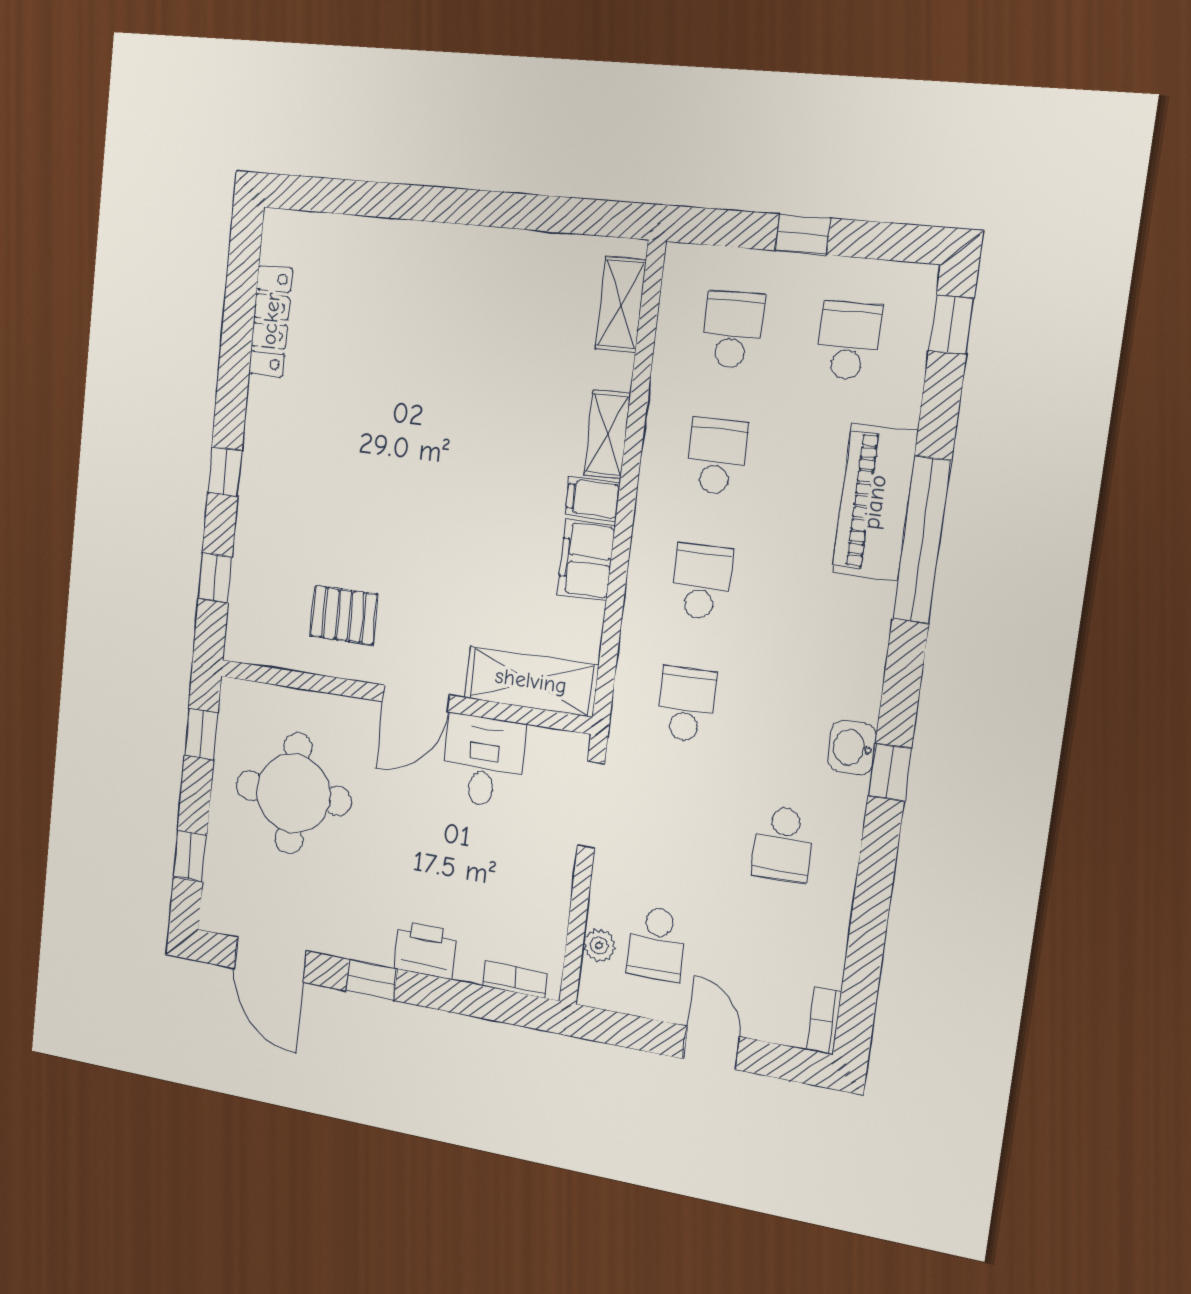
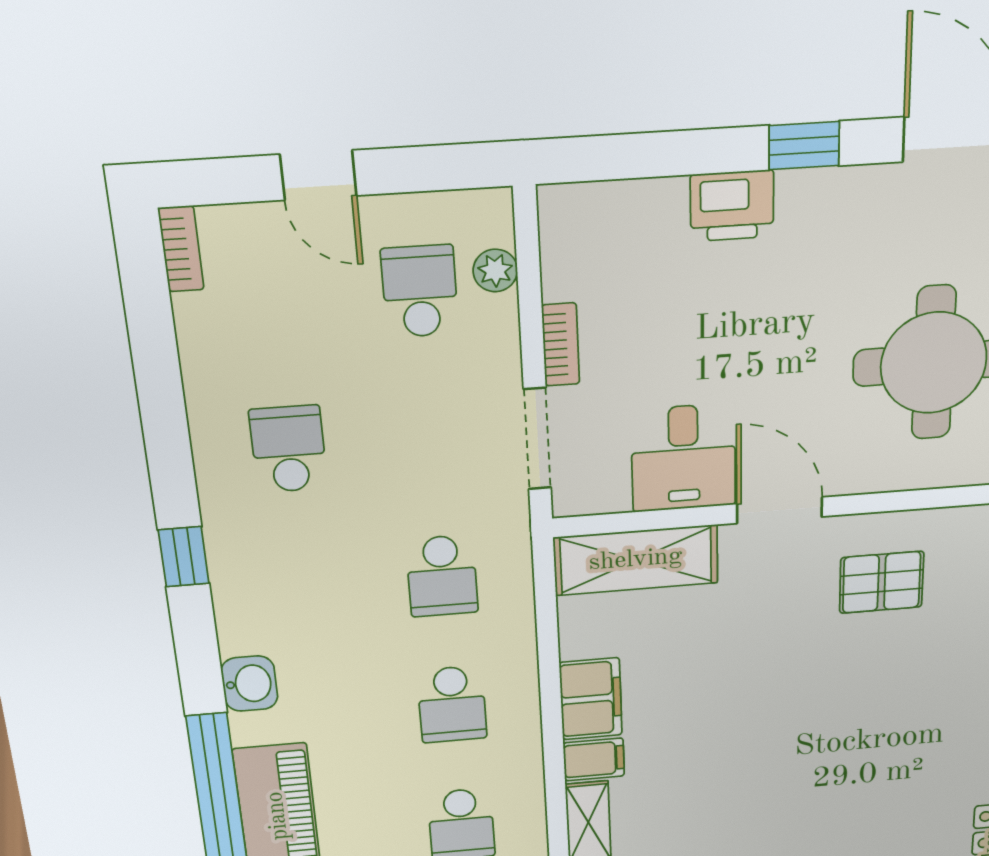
door: (416, 698) -> (780, 510), hinge flipped
washbasin: (852, 748) -> (249, 684), moved
bookcase: (515, 980) -> (561, 345), moved, turned -90

